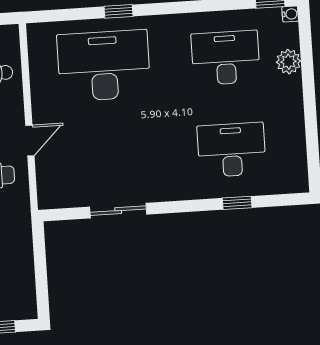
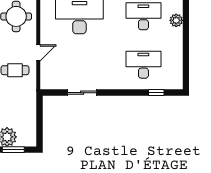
window: (237, 203) -> (156, 93), moved

